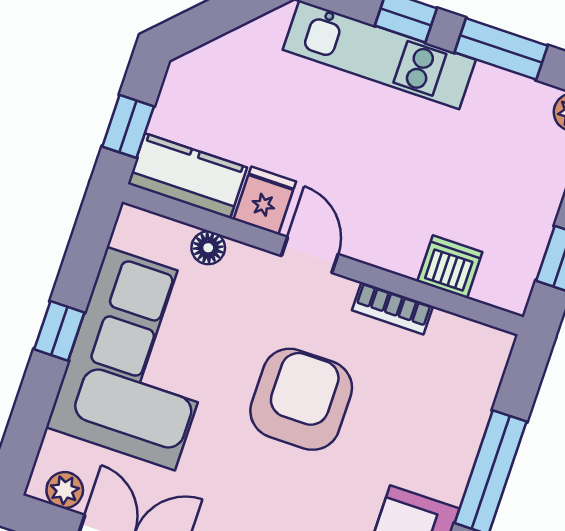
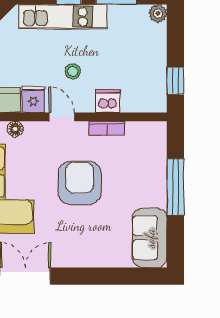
stool: (363, 171) -> (73, 71), added
dishwasher: (450, 267) -> (108, 101), moved

